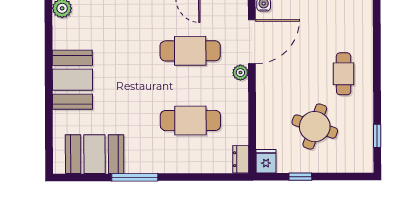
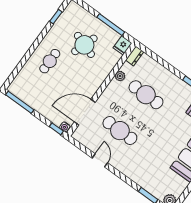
plant: (240, 73) -> (120, 76), moved
window: (300, 177) -> (111, 25), width x2.17

